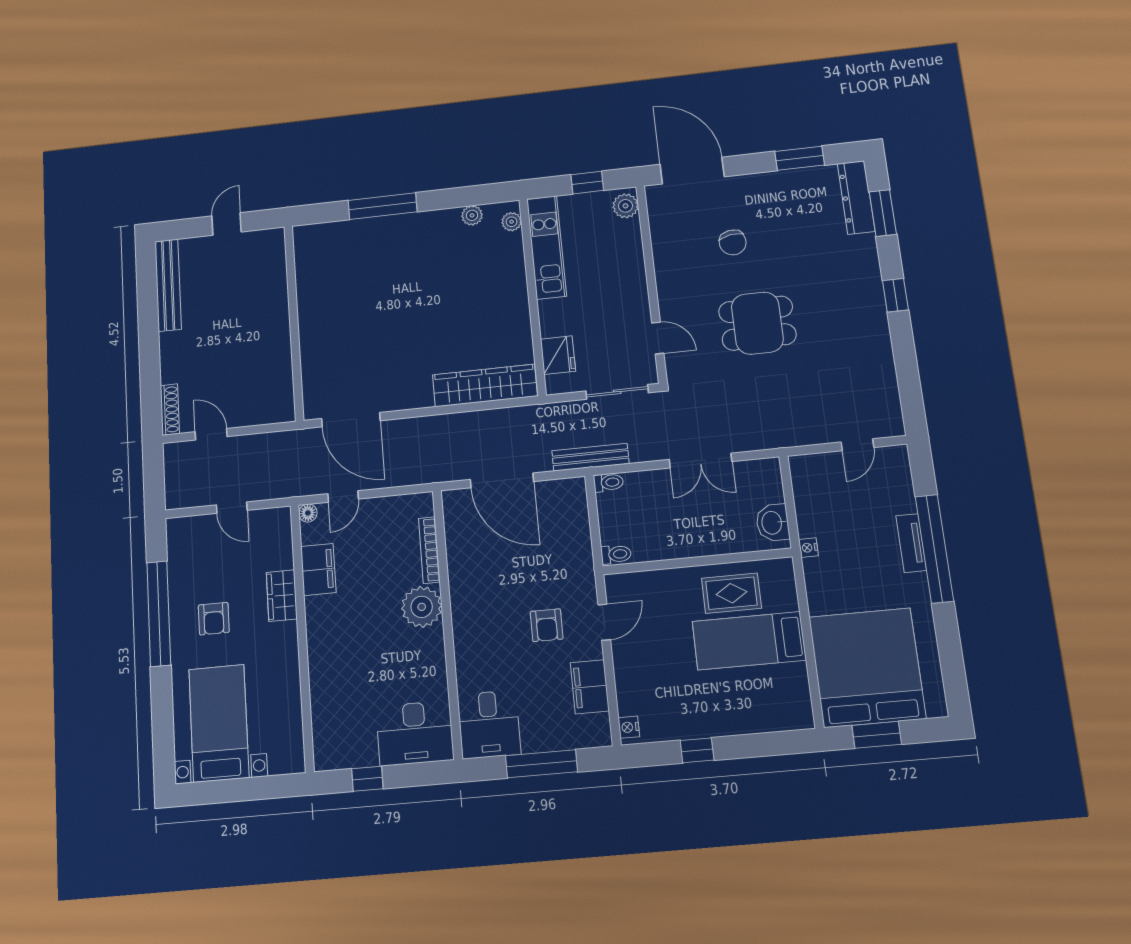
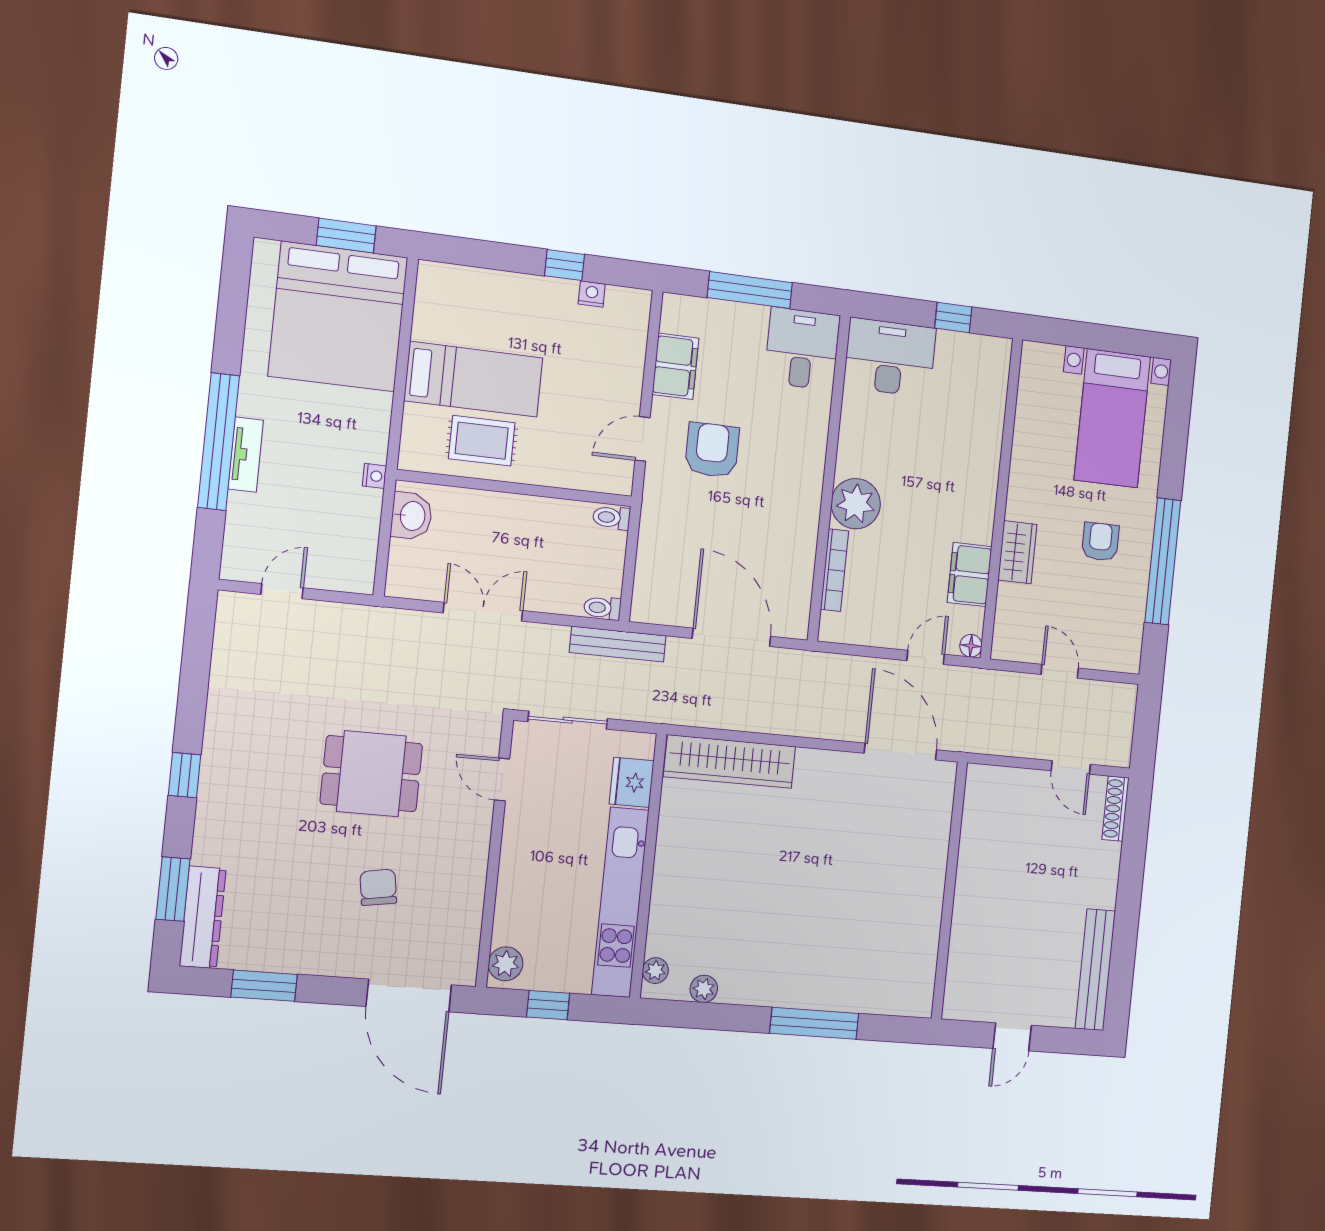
kitchen unit: (547, 247) -> (620, 902), width x1.36
armchair: (547, 625) -> (712, 450), width x1.38, depth x1.38
nightstand: (629, 727) -> (592, 294), moved, turned -90

